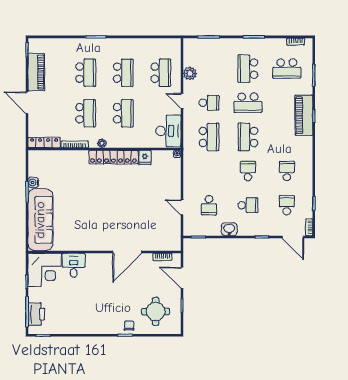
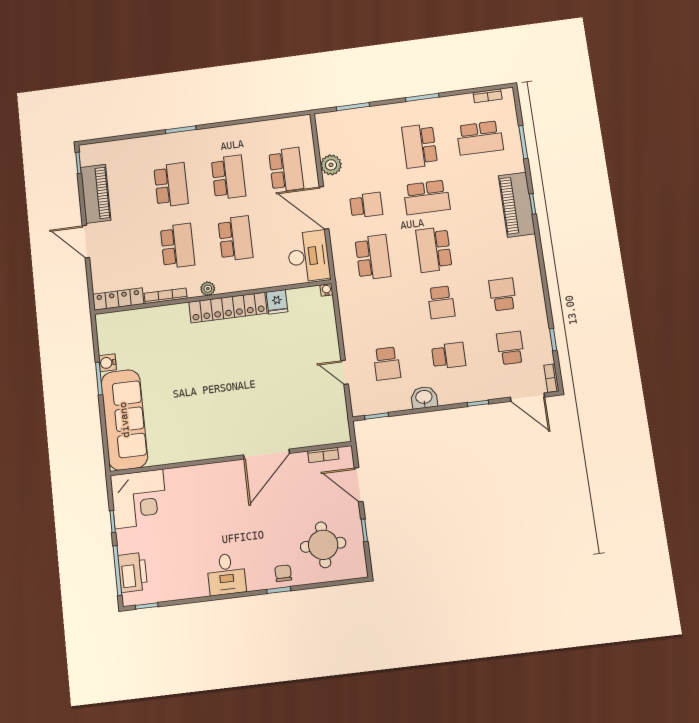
door: (182, 101) -> (324, 208), width x1.88
school desk: (248, 171) -> (441, 302), turned 180
desk: (74, 265) -> (226, 574), moved, turned 180

